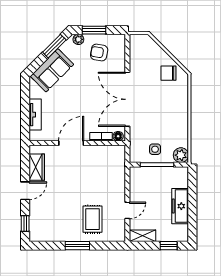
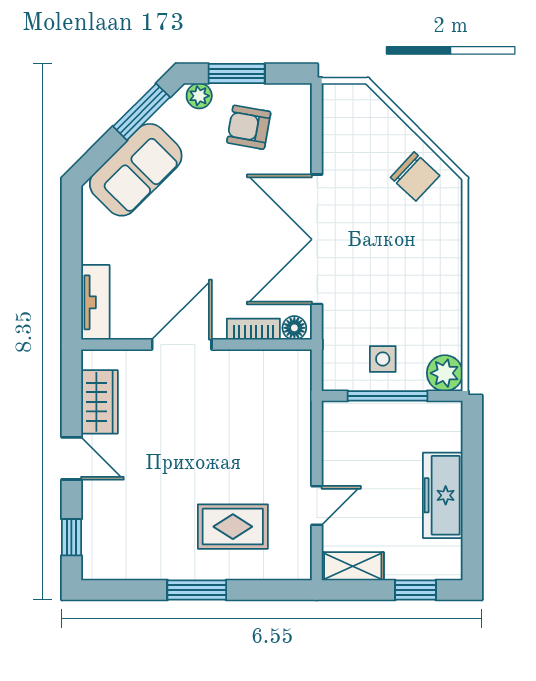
chair: (169, 73) -> (415, 176), turned -137
tv unit: (35, 115) -> (95, 302), moved
door: (25, 191) -> (71, 458), hinge flipped
rug: (92, 219) -> (233, 527), turned 90

